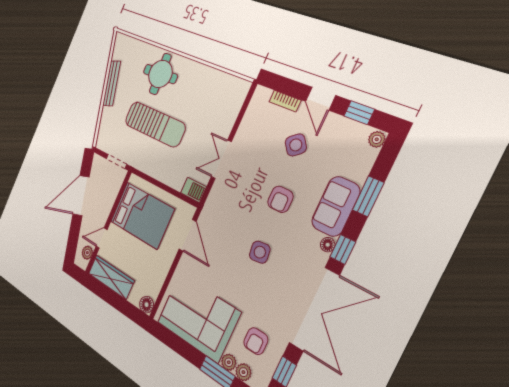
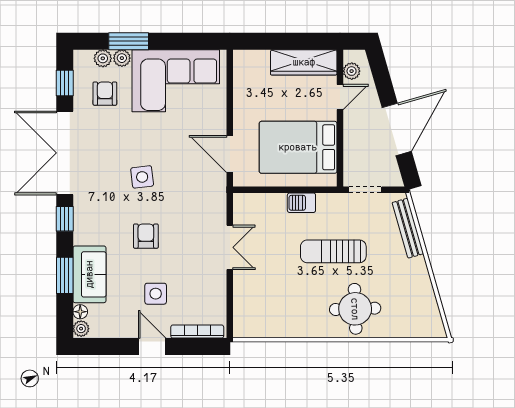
bench: (112, 83) -> (408, 228), moved
bookcase: (285, 101) -> (197, 332), width x1.56
window: (359, 113) -> (108, 347), removed
sun lounger: (155, 124) -> (333, 251), width x0.73, depth x0.75
side table: (296, 145) -> (156, 294), turned 38
barbecue: (193, 190) -> (301, 203), moved
sofa: (336, 206) -> (89, 274), moved
floor lamp: (328, 245) -> (80, 312), moved
floor lamp: (147, 305) -> (242, 59), removed

